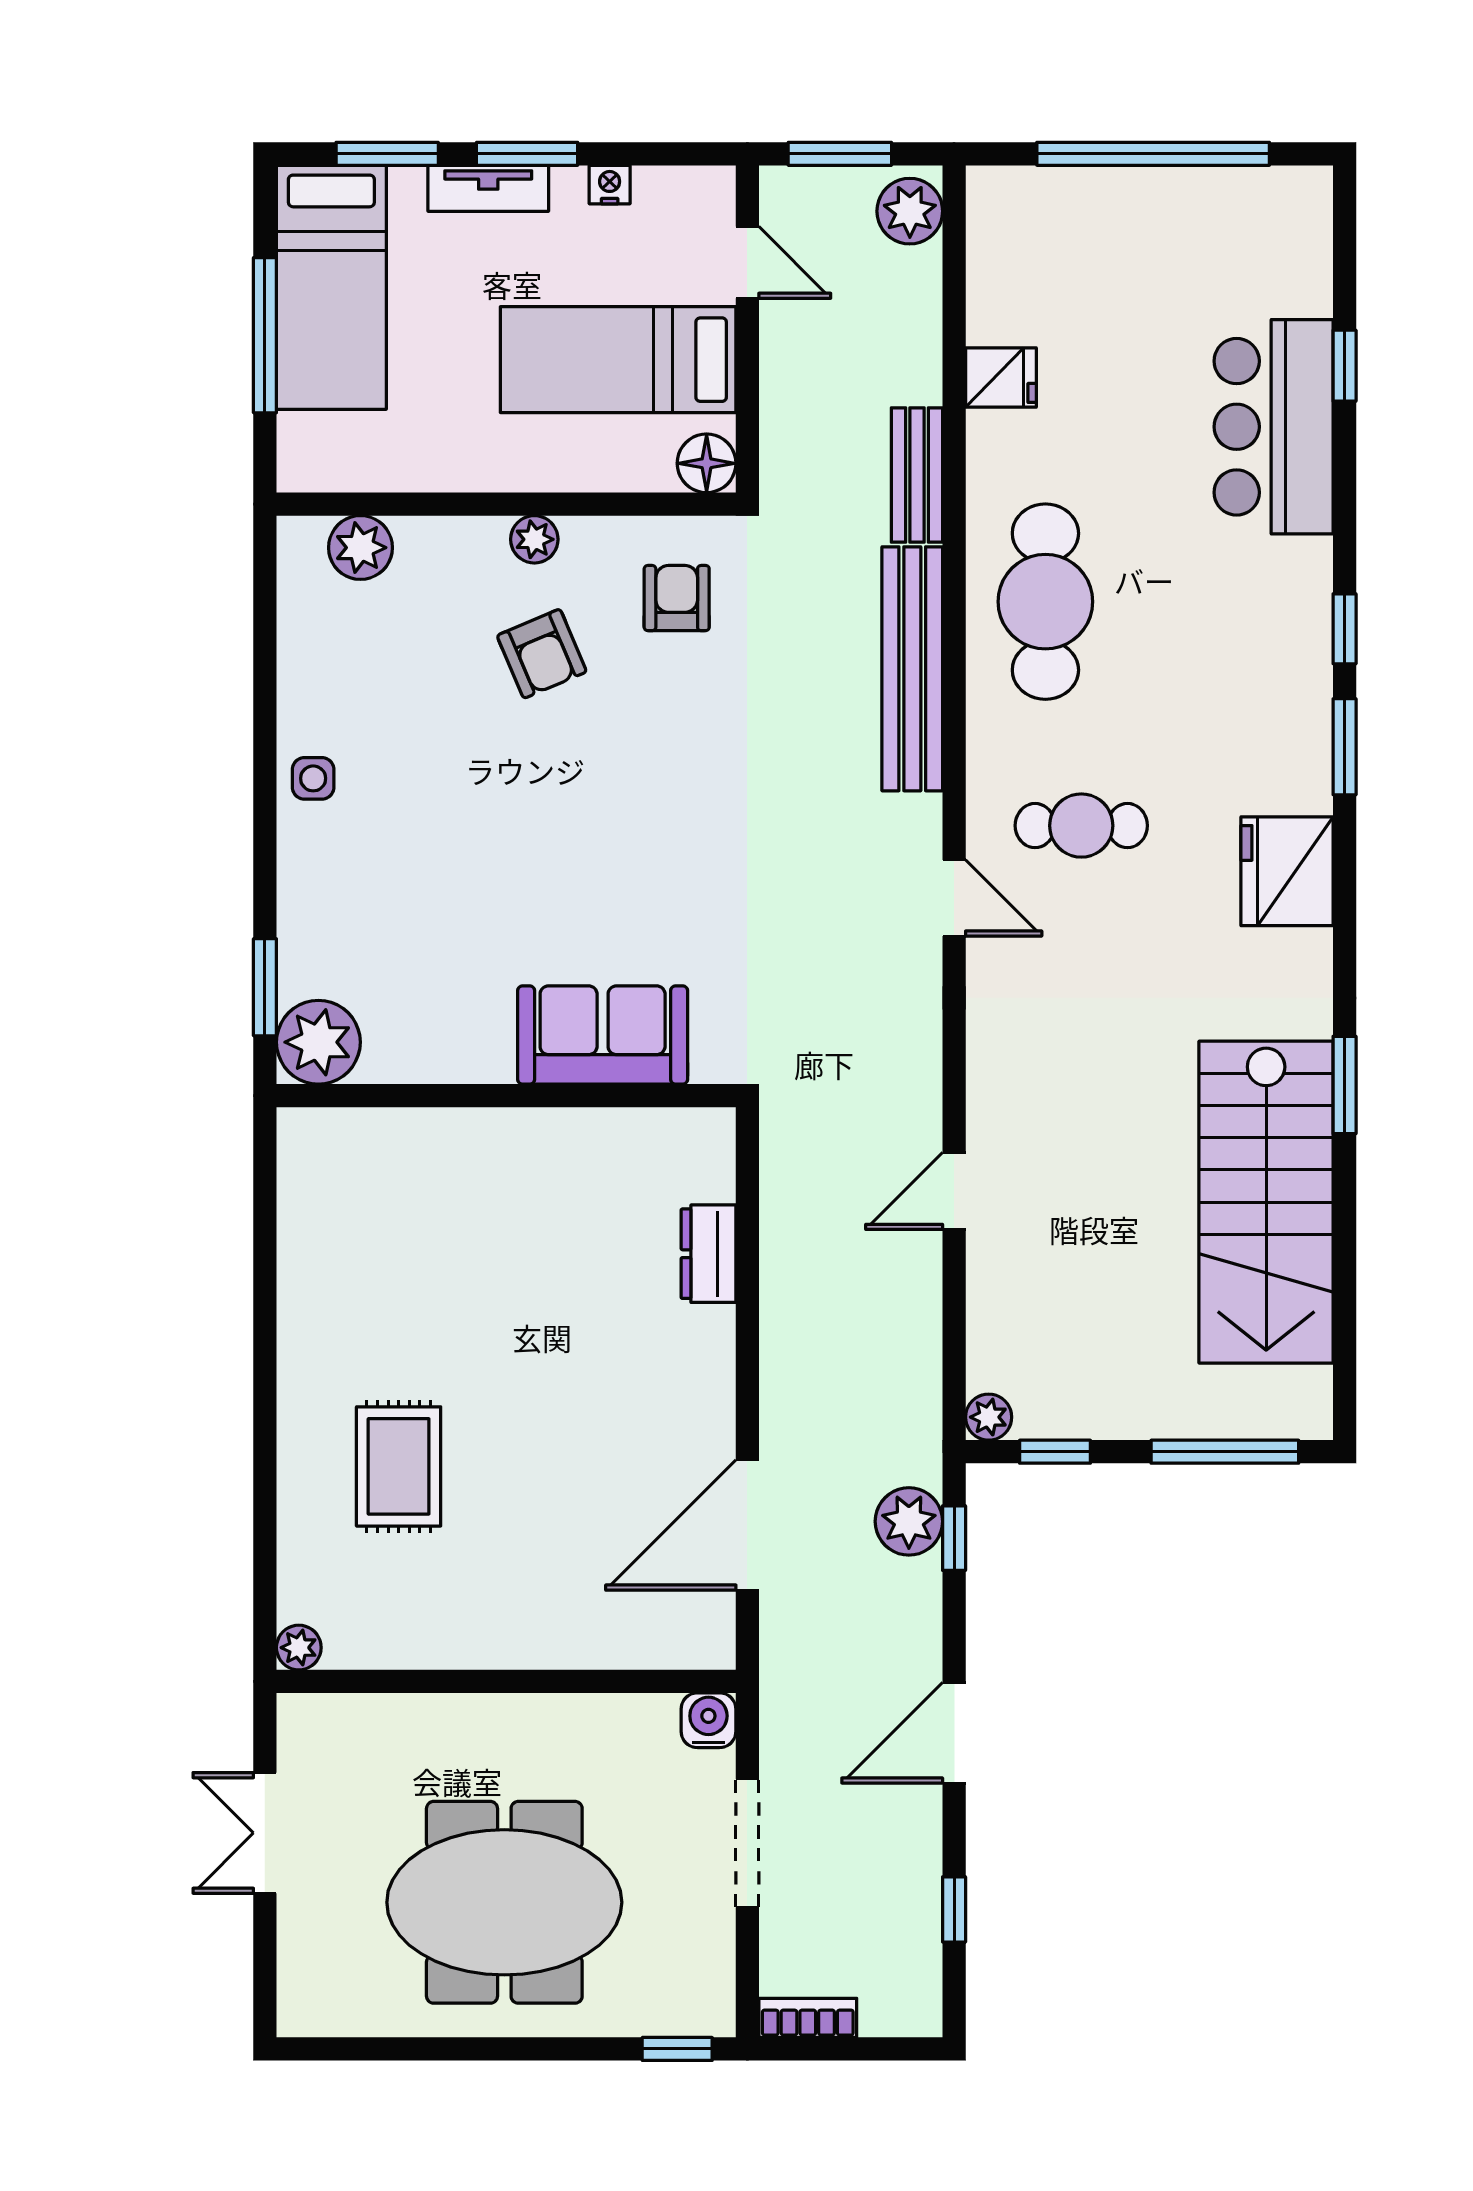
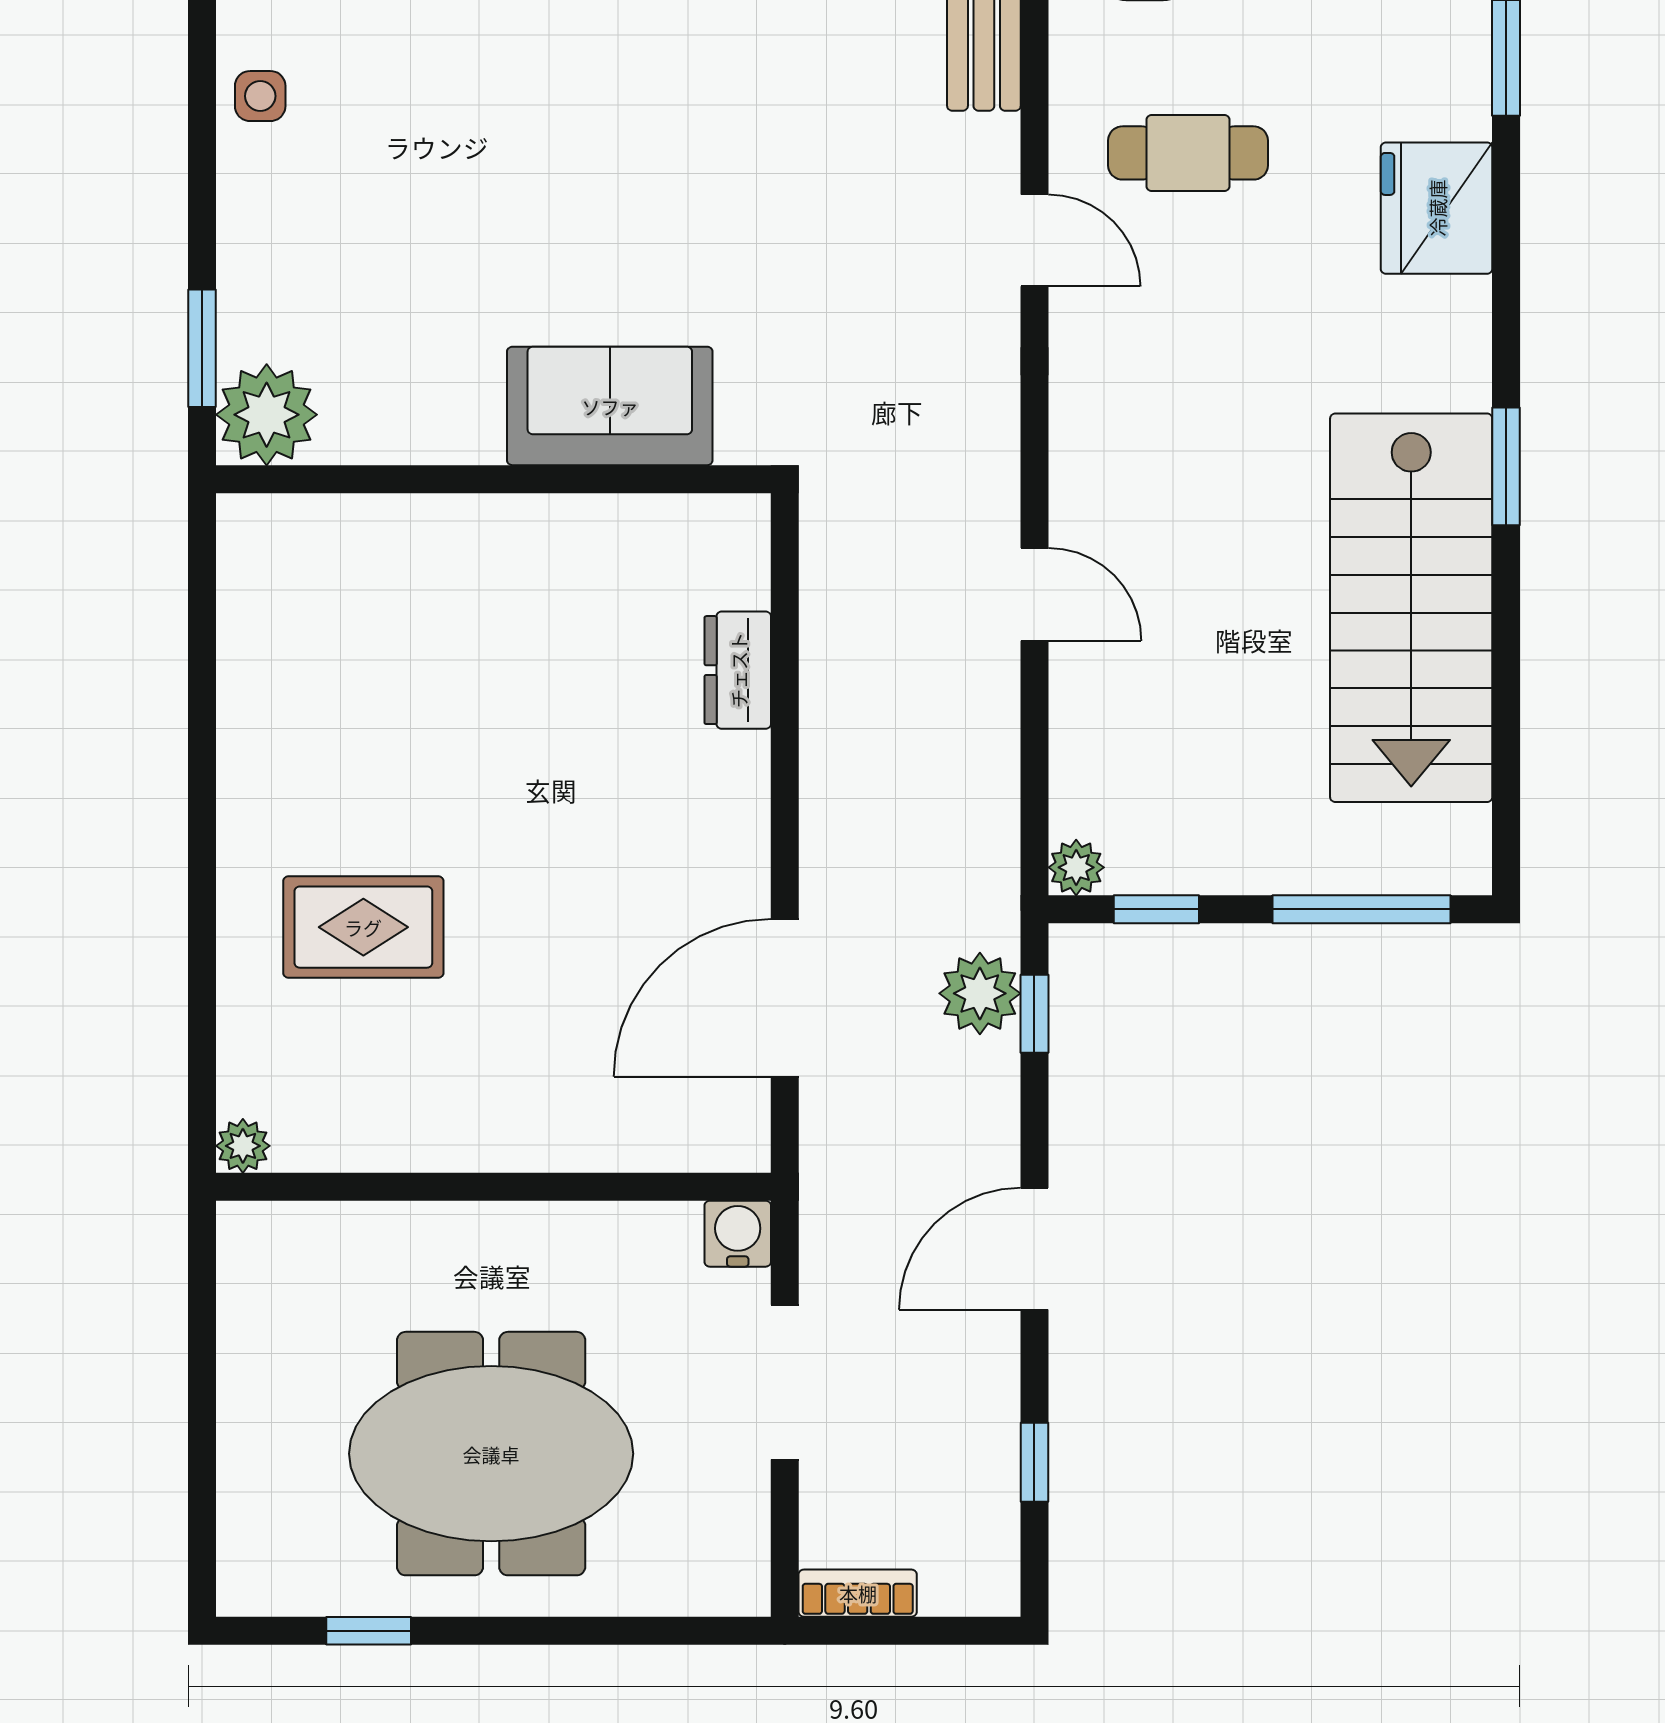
door: (954, 1191) -> (1034, 594), swing flipped
rug: (399, 1466) -> (363, 927), turned 90
double door: (265, 1833) -> (202, 1370), removed
window: (677, 2049) -> (369, 1631), moved

